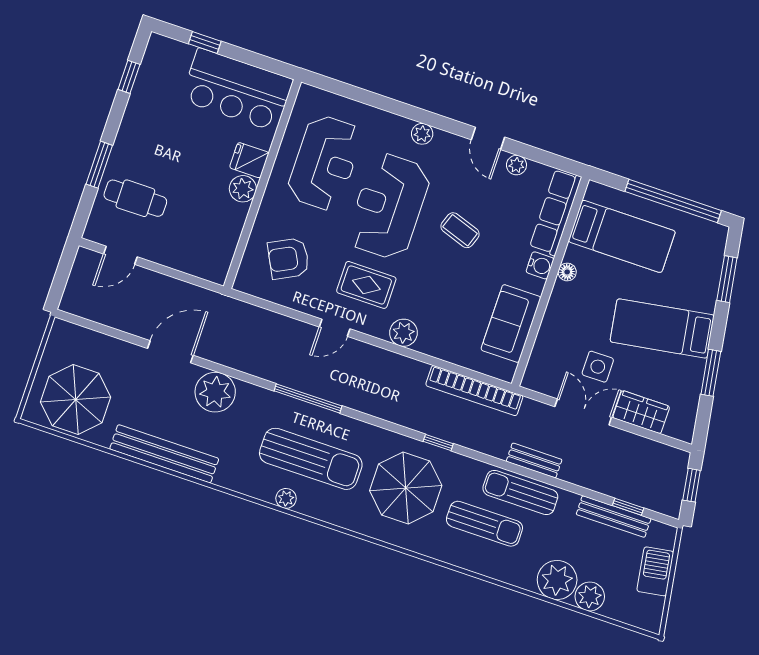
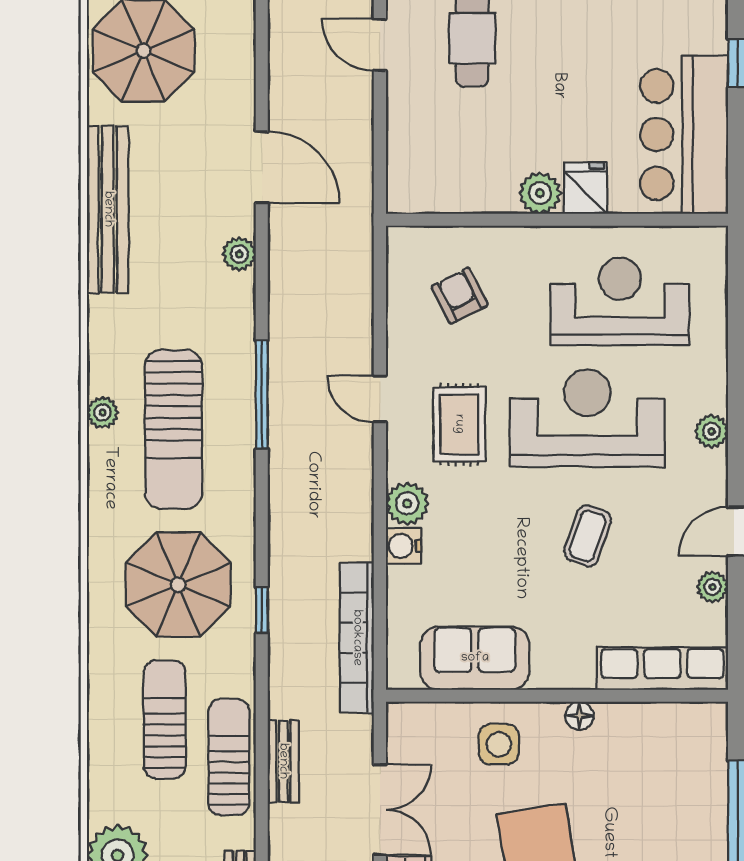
reception desk: (325, 163) -> (620, 301), turned 180
bed: (622, 236) -> (660, 779), removed
armchair: (288, 258) -> (460, 296), width x0.72, depth x0.72
water cooler: (540, 265) -> (403, 546), moved, turned 90
side table: (598, 367) -> (499, 744), moved
plant: (215, 392) -> (239, 254), width x0.53, depth x0.53
sun lounger: (484, 524) -> (165, 719), turned 180

